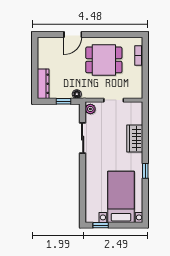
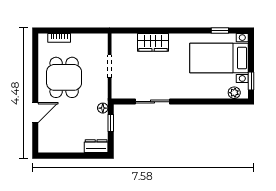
door: (73, 35) -> (35, 113), hinge flipped
dresser: (43, 84) -> (96, 146), width x0.70
plant: (90, 109) -> (234, 93), moved
window: (145, 171) -> (220, 30), moved

